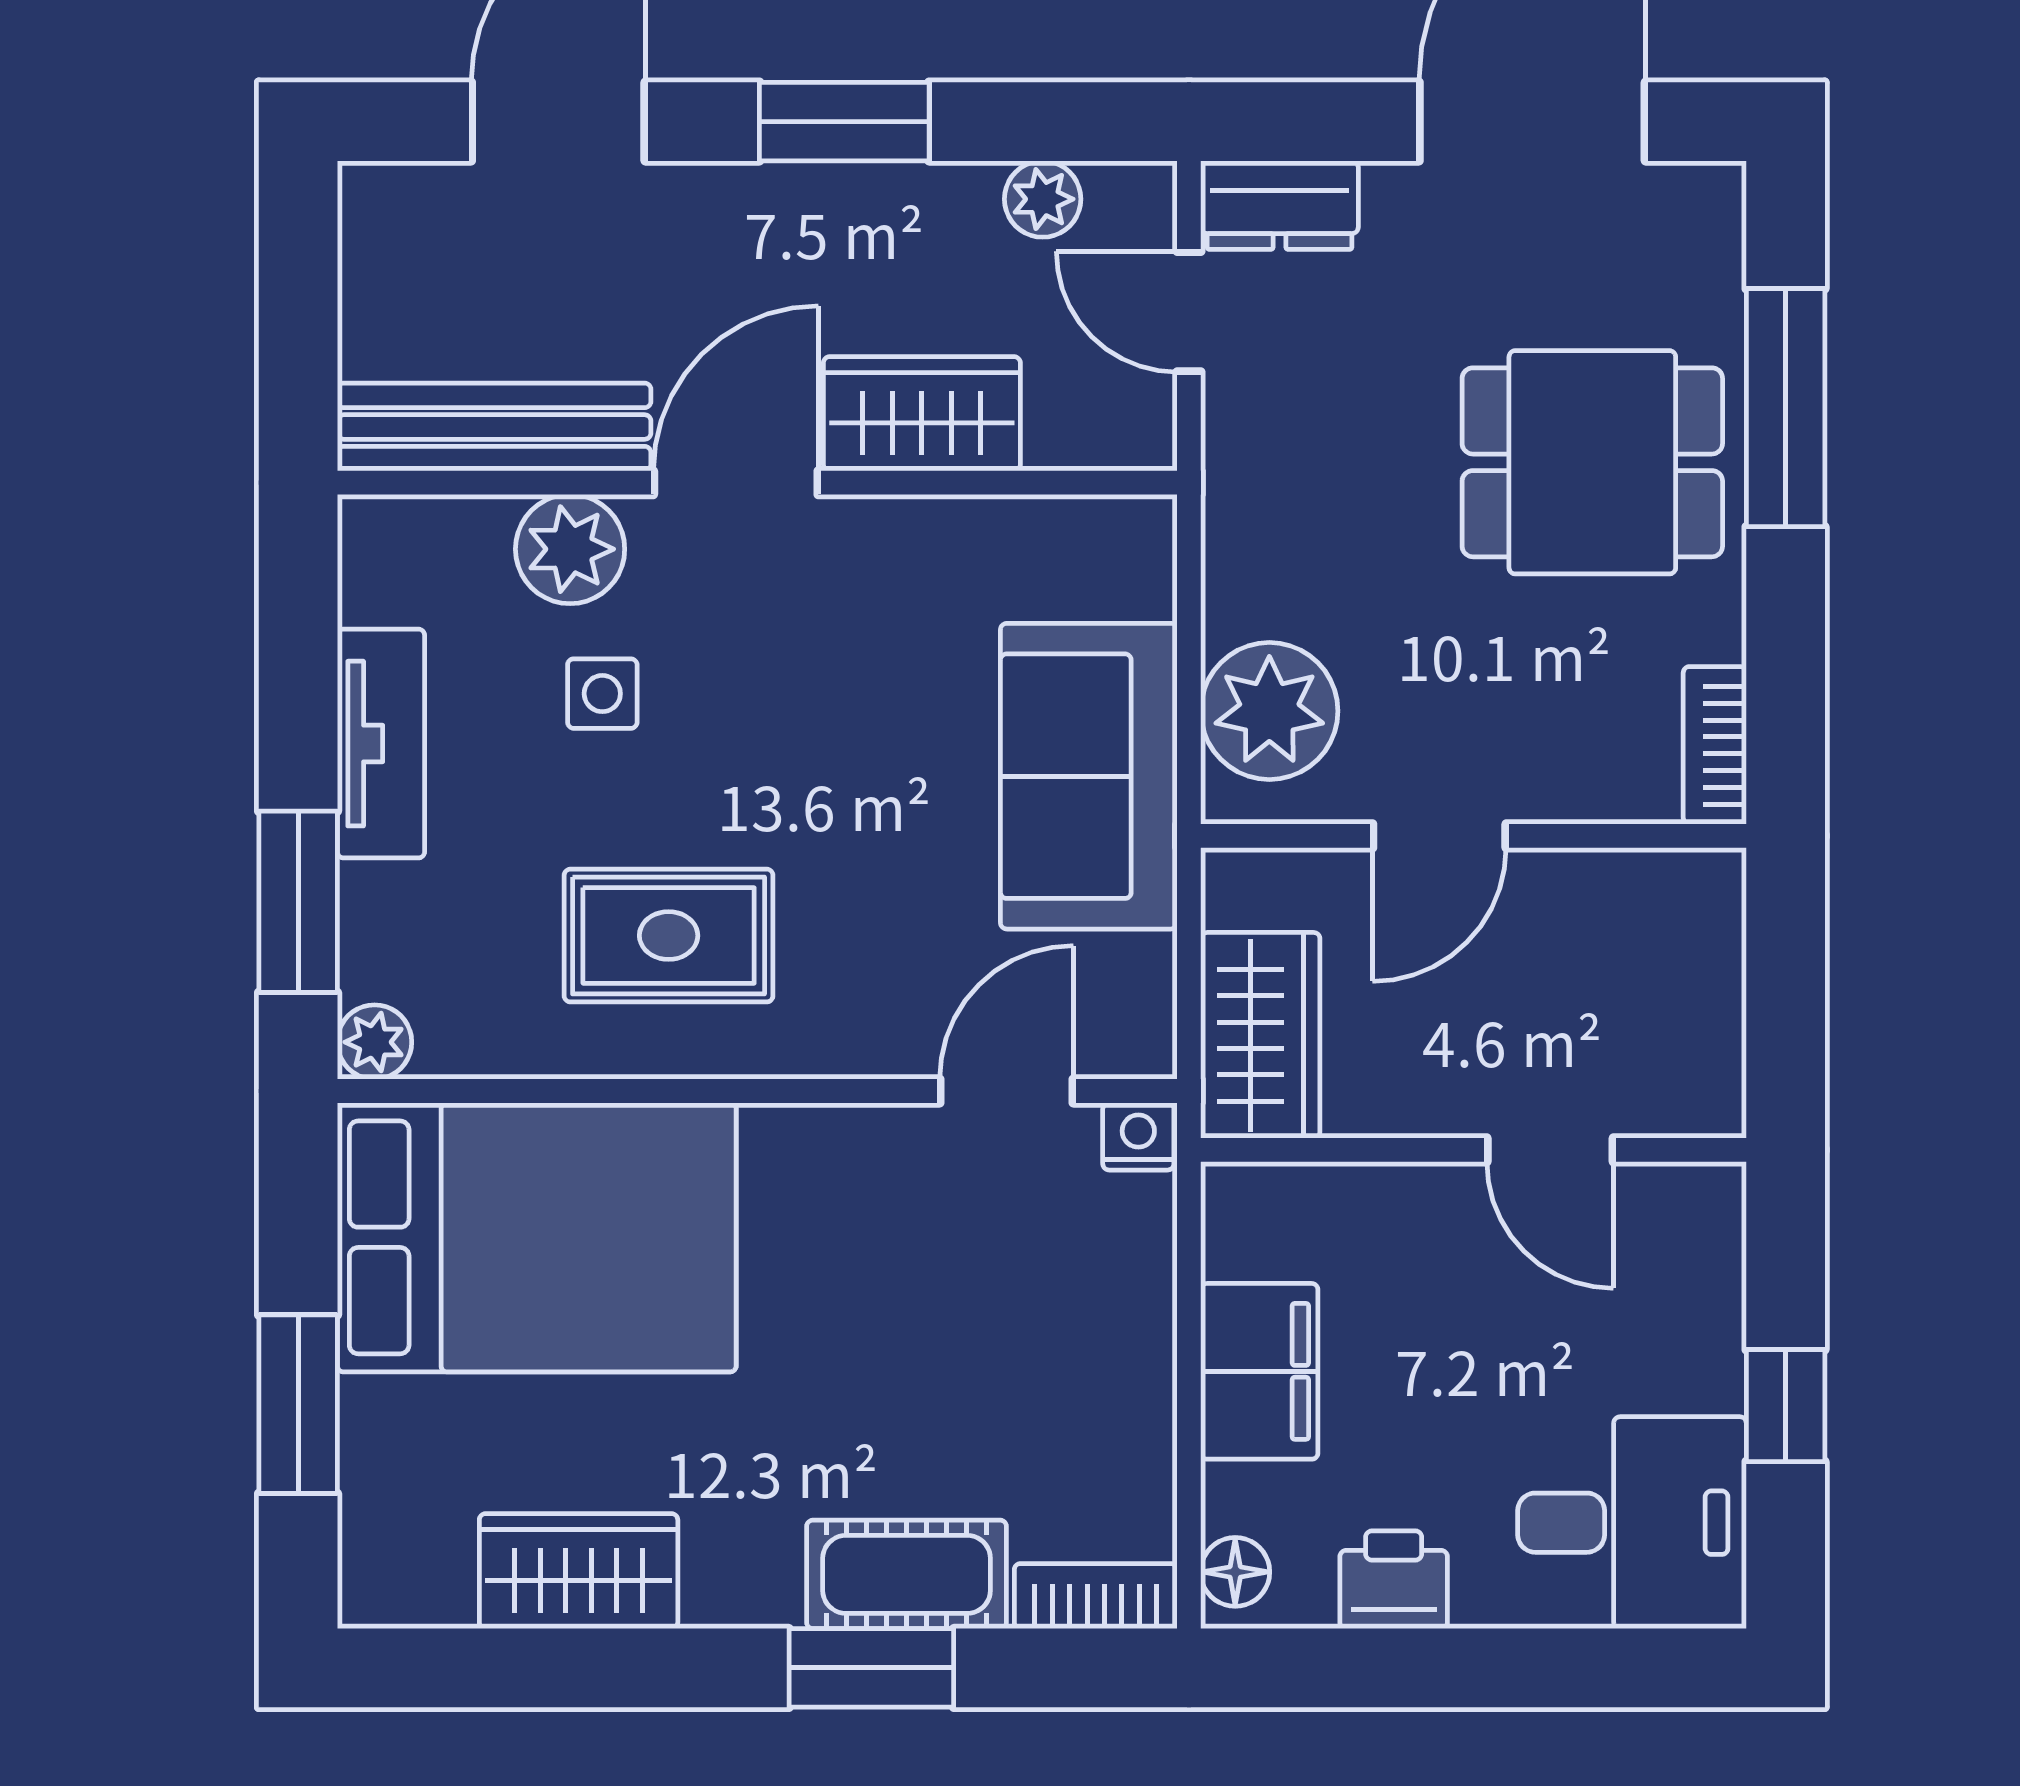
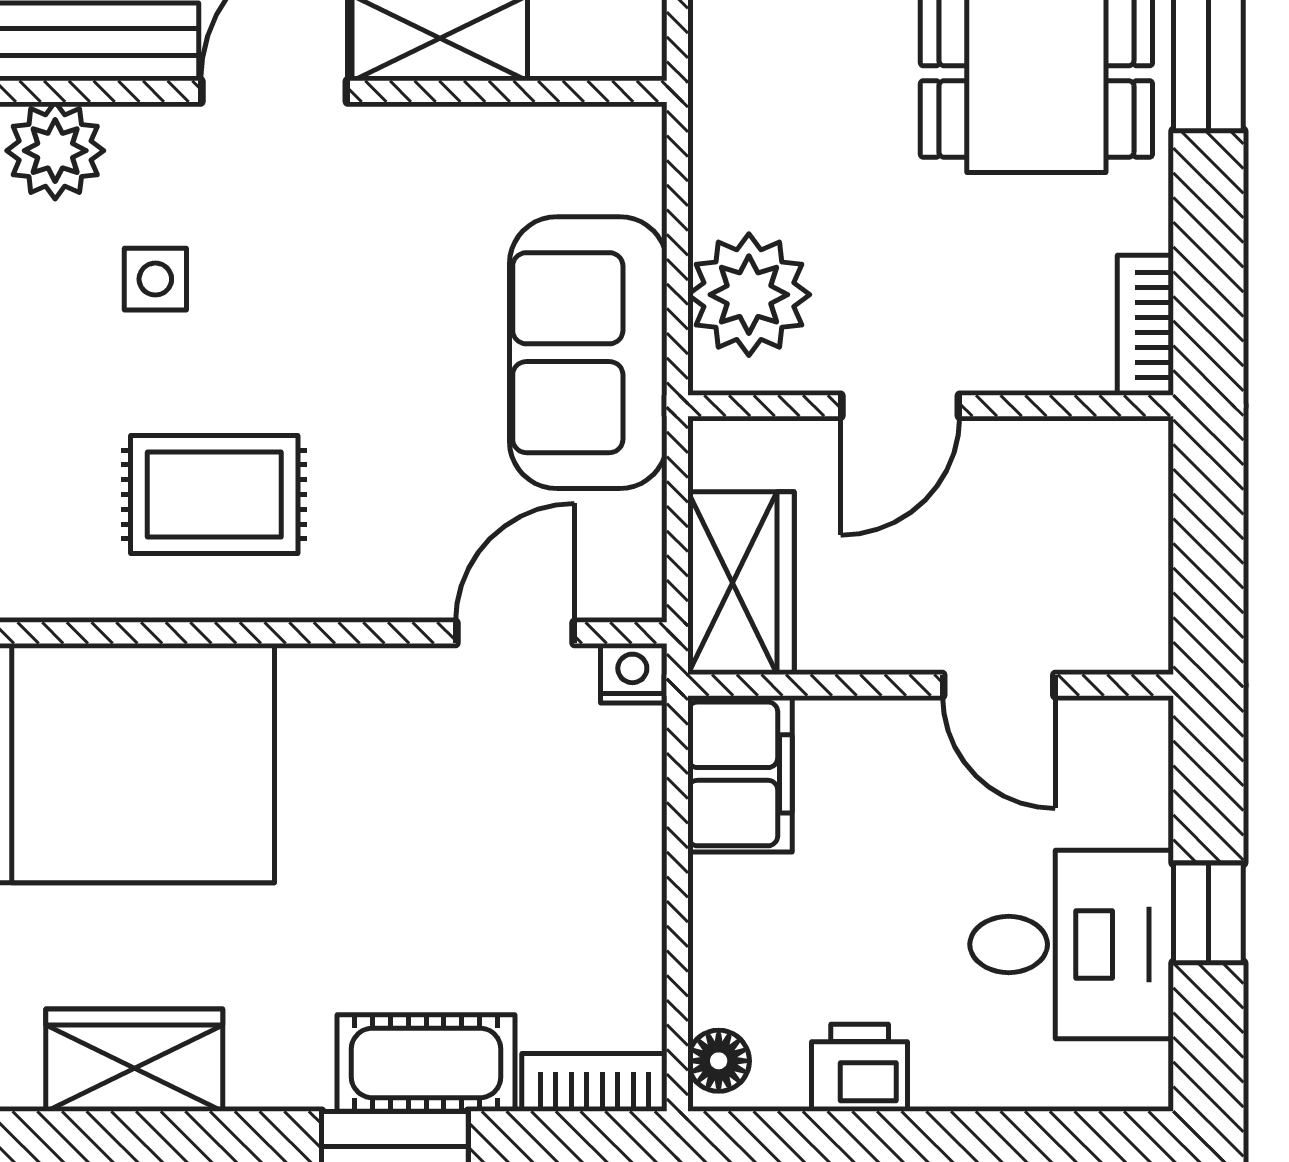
plant: (570, 549) -> (55, 151), moved
filing cabinet: (1259, 1371) -> (740, 774), moved
desk: (1632, 1523) -> (1072, 944), moved

